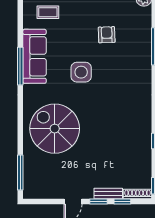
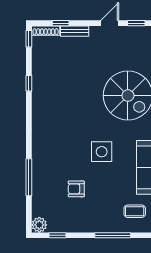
armchair: (107, 35) -> (76, 189), turned 92
window: (99, 202) -> (136, 23), moved

